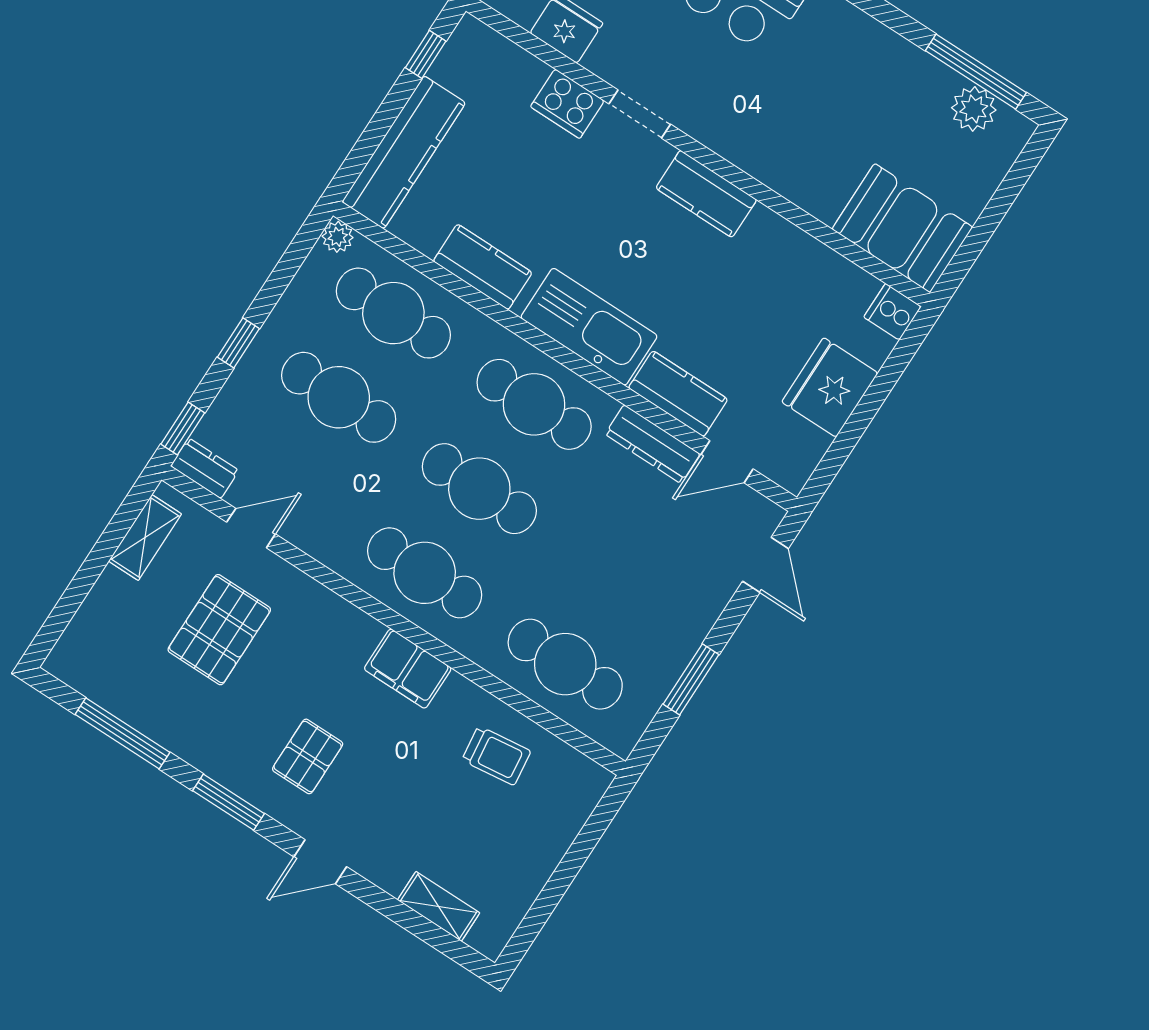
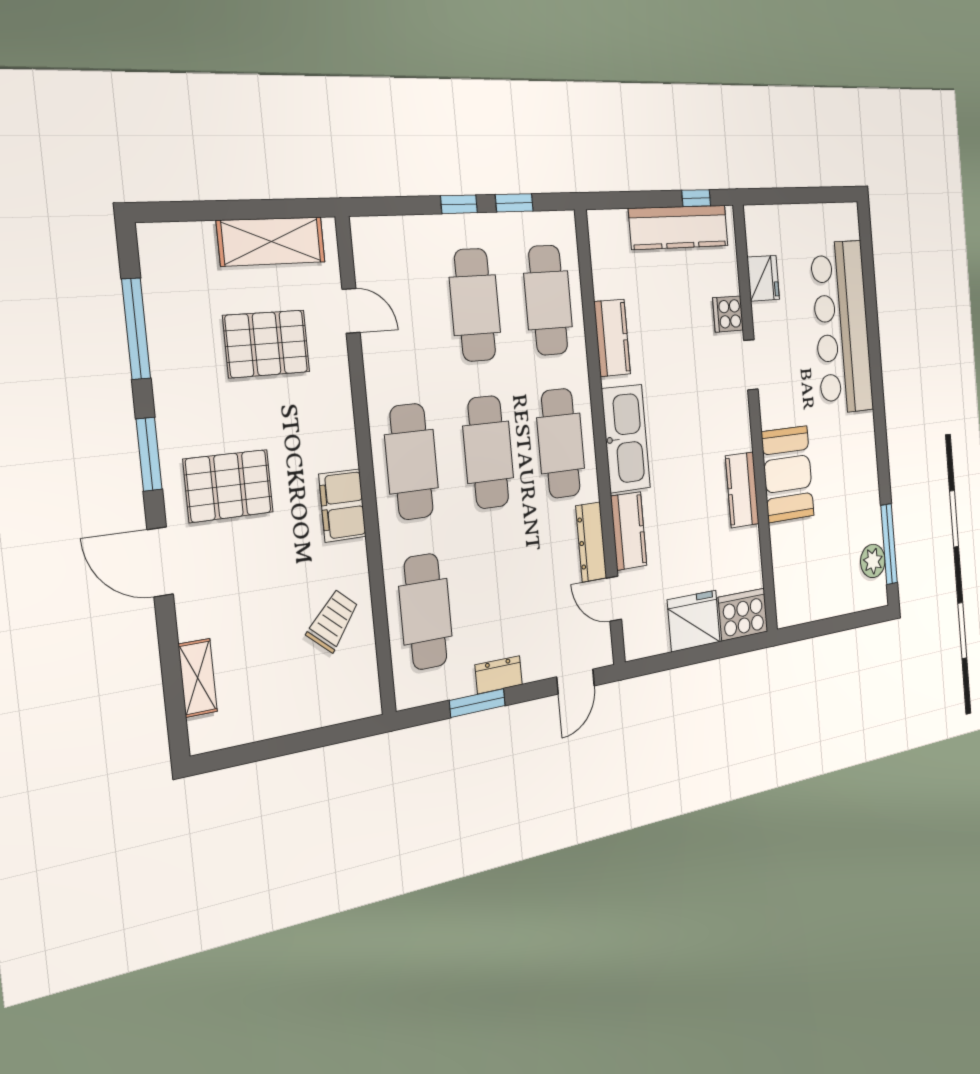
cooker: (567, 104) -> (728, 314), width x0.73
kitchen counter: (404, 152) -> (679, 227), moved
kitchen counter: (706, 194) -> (742, 490), moved
booth: (902, 228) -> (788, 474), moved
plant: (338, 237) -> (565, 223), removed
cooker: (893, 312) -> (743, 614), width x1.87, depth x1.31
window: (183, 429) -> (514, 203), moved
dresser: (205, 468) -> (499, 675), moved, turned -90
shelving: (145, 538) -> (271, 241), width x1.50, depth x1.33
pallet: (308, 756) -> (228, 486), width x1.50, depth x1.42
trolley: (496, 756) -> (333, 621), turned -133
door: (320, 862) -> (160, 562), width x1.38

